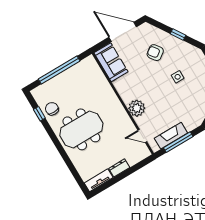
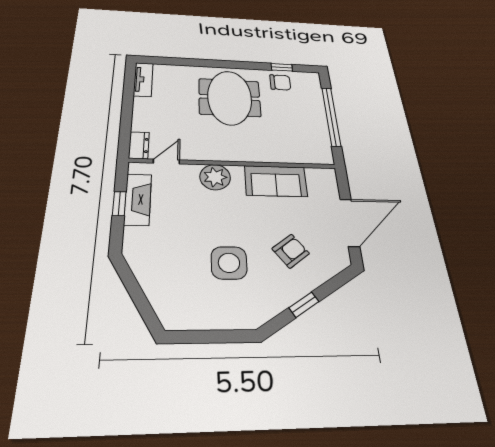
sofa: (111, 62) -> (276, 181), moved
side table: (178, 77) -> (229, 263), width x1.87, depth x1.87
window: (178, 142) -> (119, 204), width x0.46
dresser: (119, 168) -> (139, 145), moved

